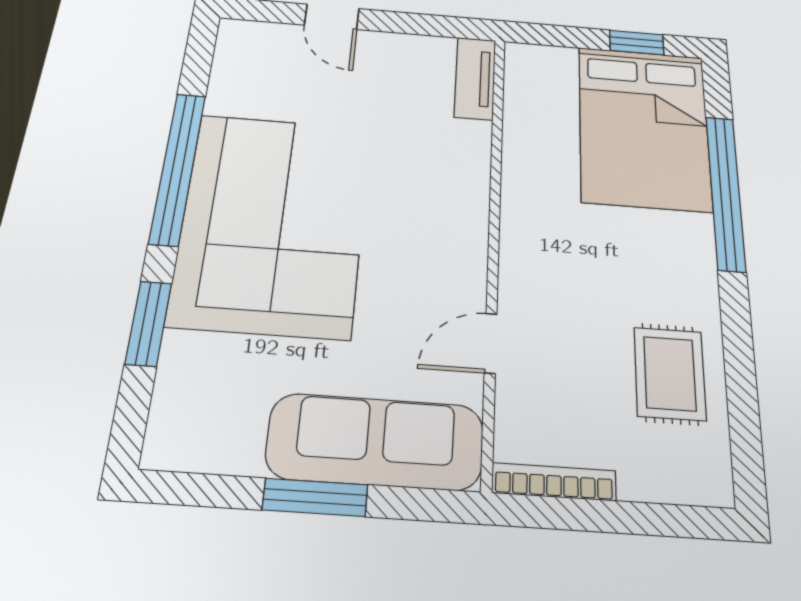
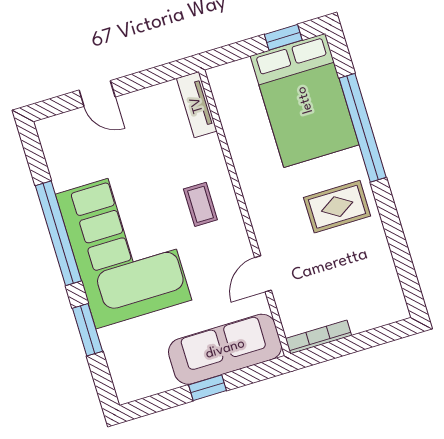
coffee table: (426, 207) -> (200, 204), added
rug: (670, 374) -> (337, 207), moved, turned 90
window: (315, 497) -> (207, 388), width x0.67

